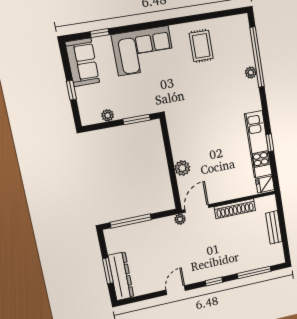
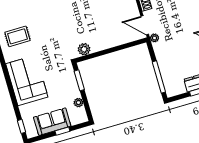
window: (100, 33) -> (21, 126), moved
sofa: (82, 62) -> (52, 122), moved
plant: (182, 168) -> (84, 49), moved

